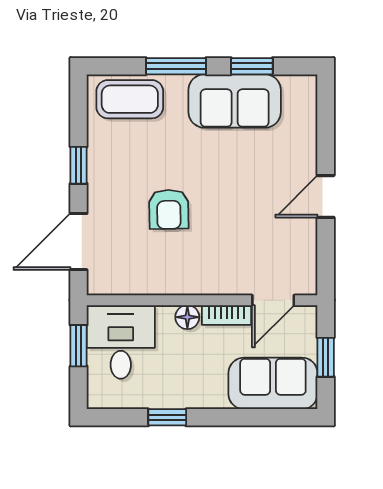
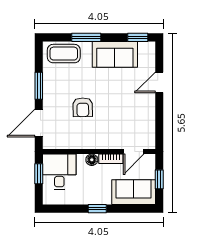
window: (252, 66) -> (138, 37), moved
window: (79, 165) -> (39, 86), width x1.50
door: (326, 196) -> (159, 82), moved
window: (167, 417) -> (97, 209), moved

